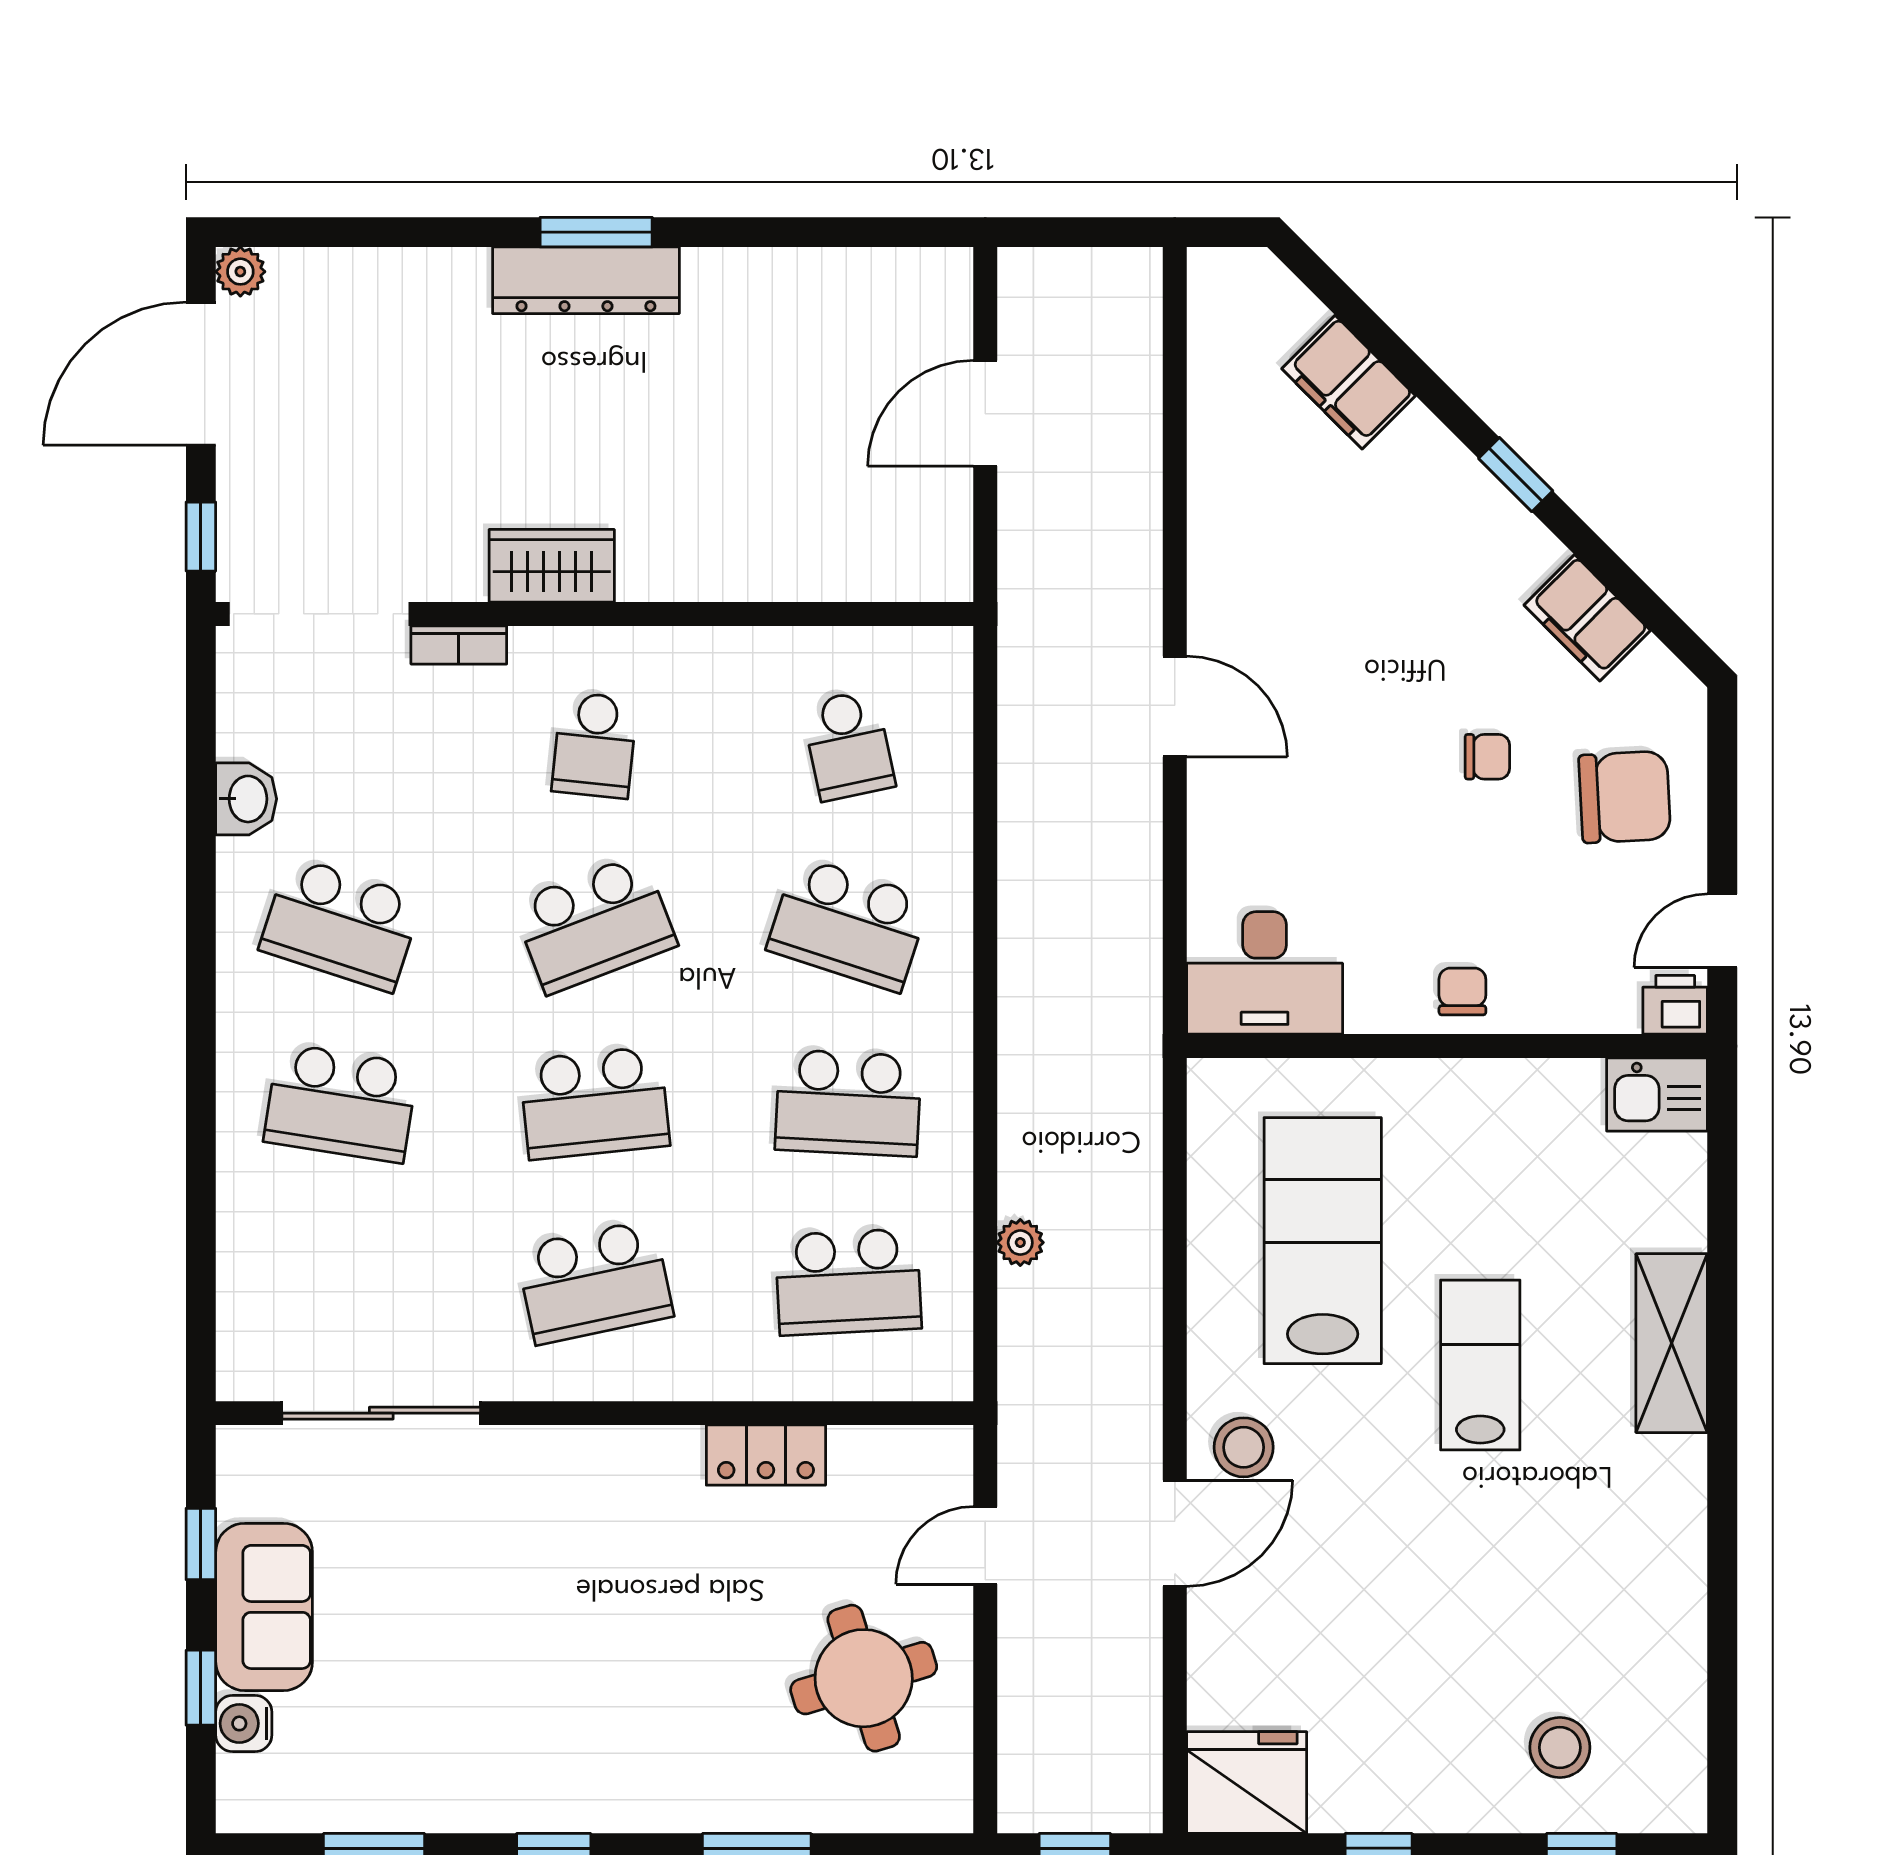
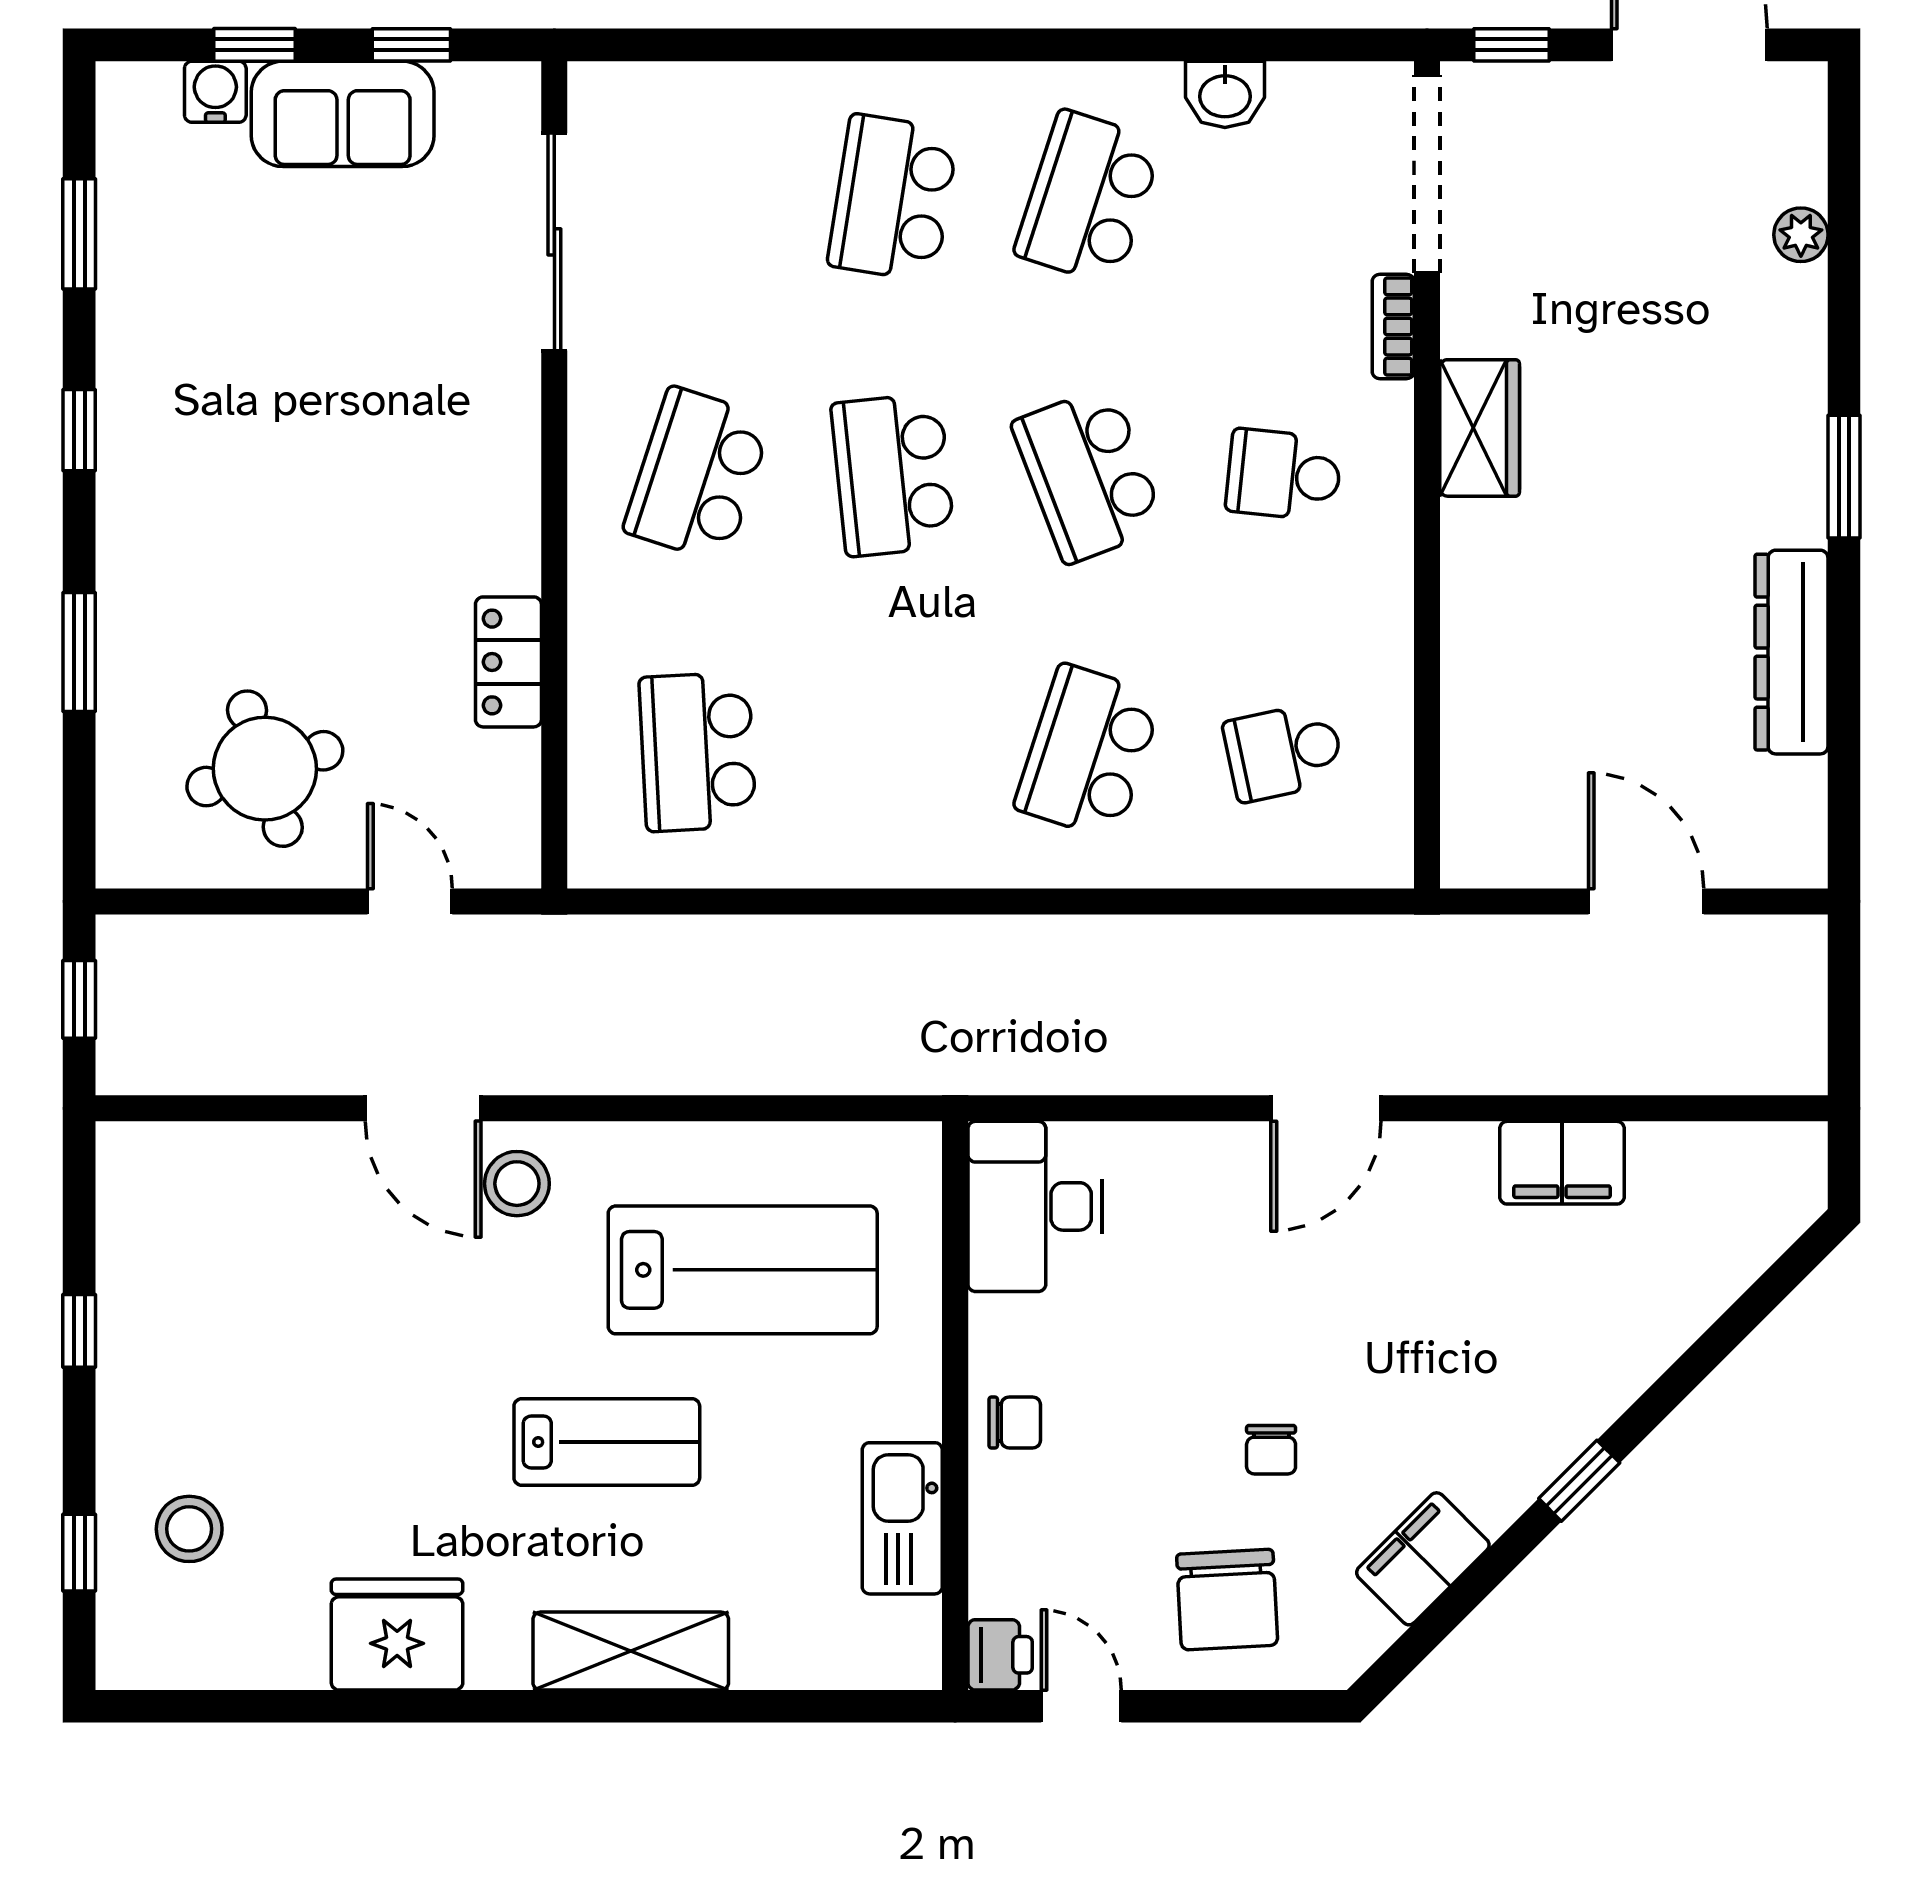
plant: (240, 272) -> (1801, 235), moved
dresser: (586, 280) -> (1791, 652), moved
filing cabinet: (1349, 382) -> (1562, 1163), moved, turned -135
kitchen sink: (1657, 1095) -> (902, 1518), moved, width x1.38
school desk: (848, 1103) -> (893, 752), removed
plant: (1020, 1243) -> (741, 940), removed
school desk: (595, 1282) -> (698, 475), turned 30
fridge: (1247, 1783) -> (397, 1635), moved, turned -90

